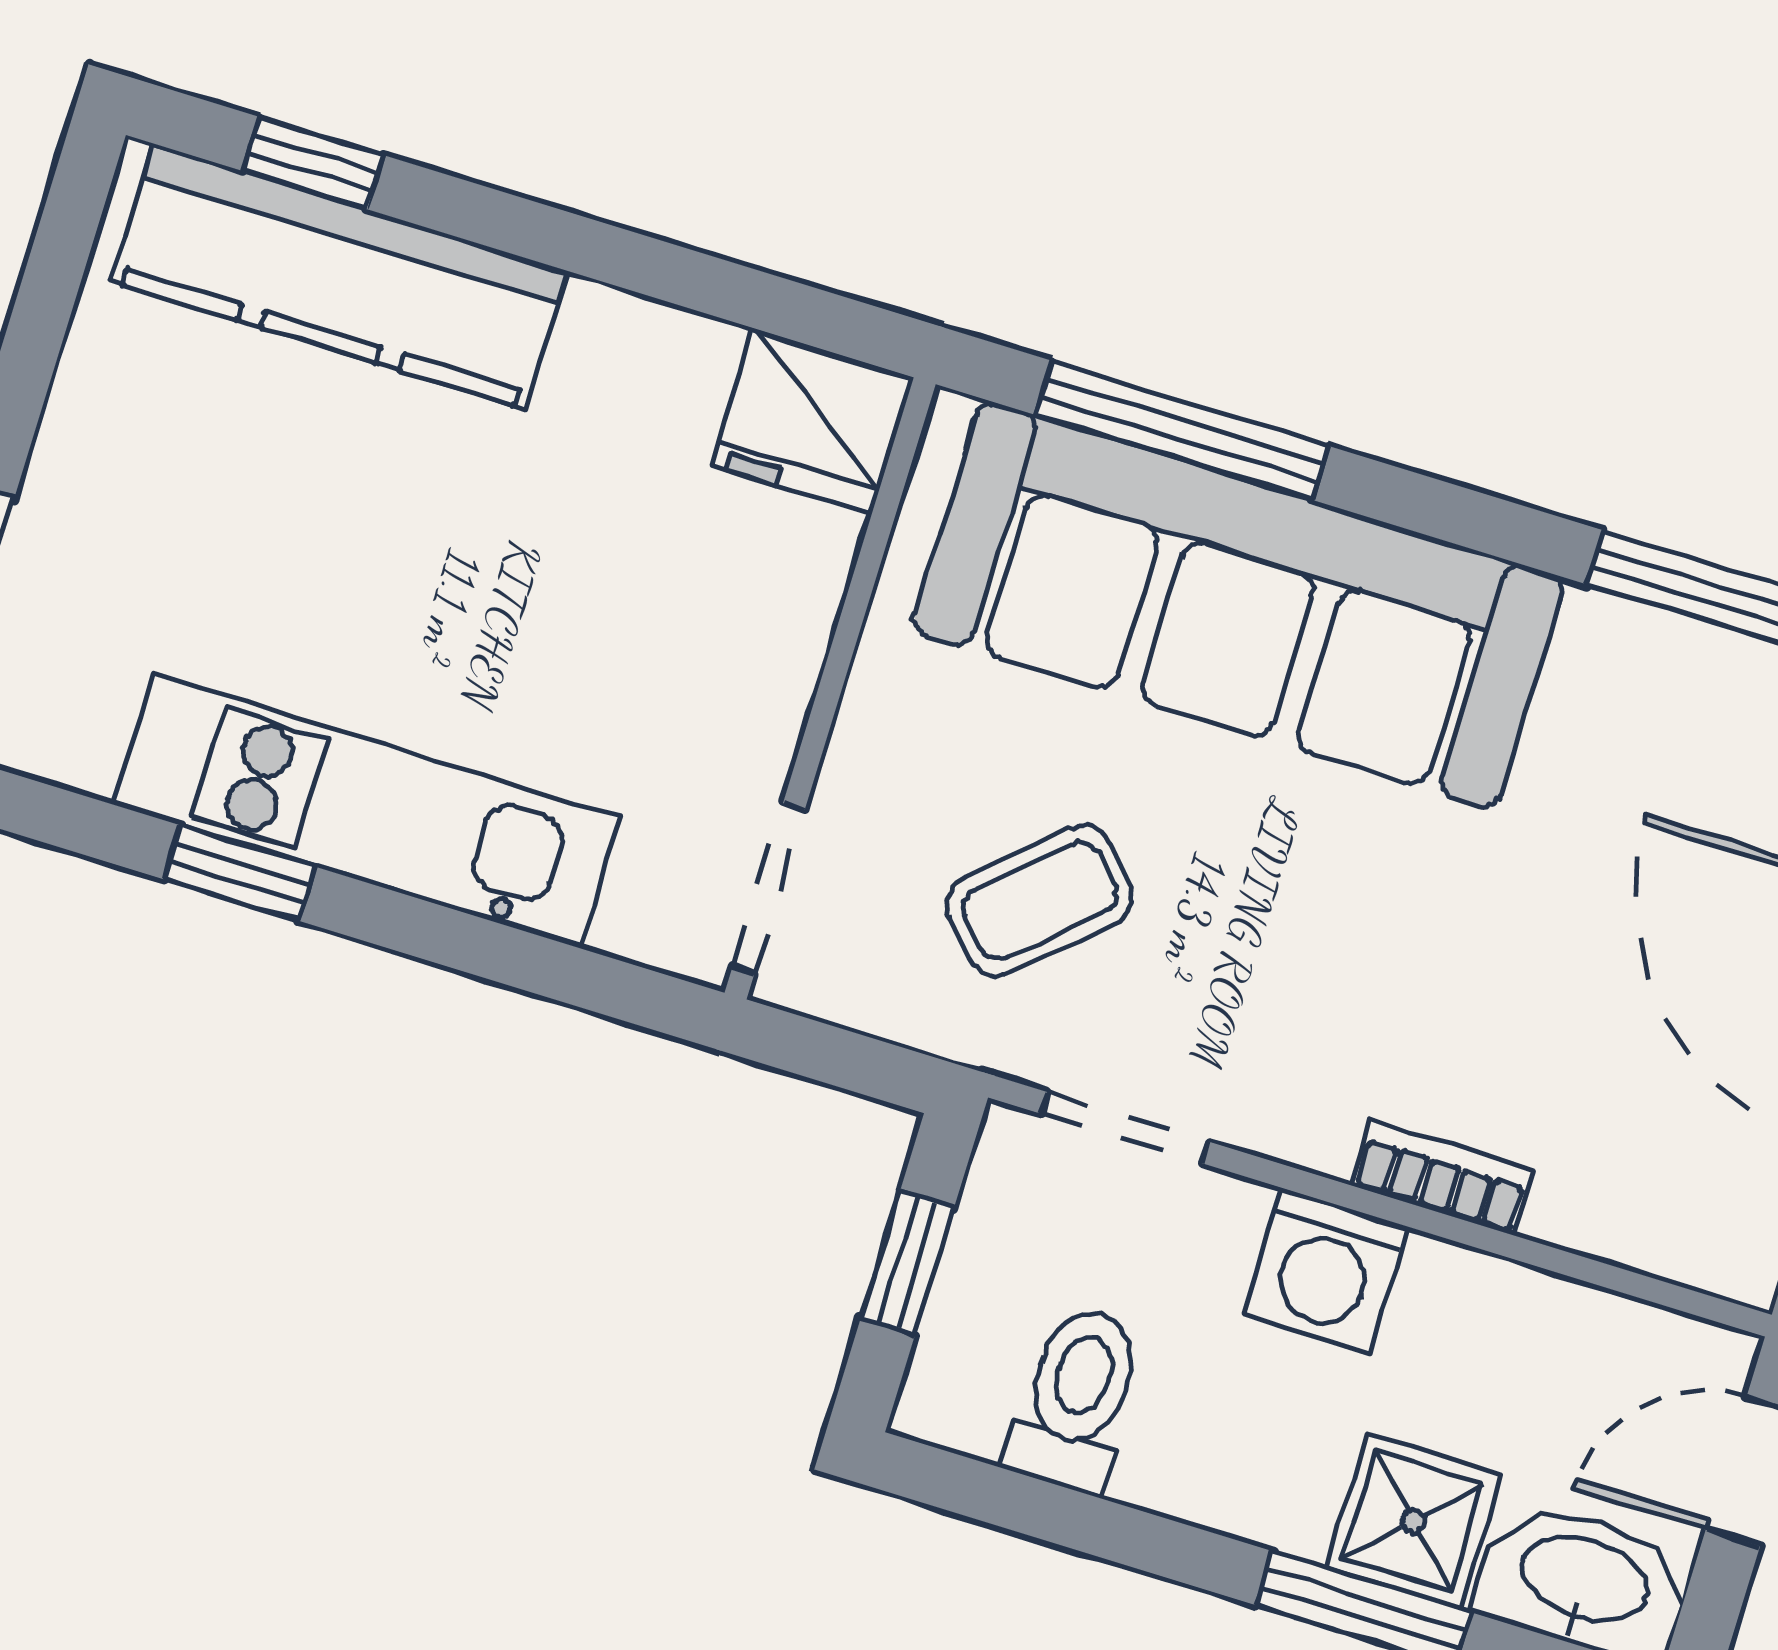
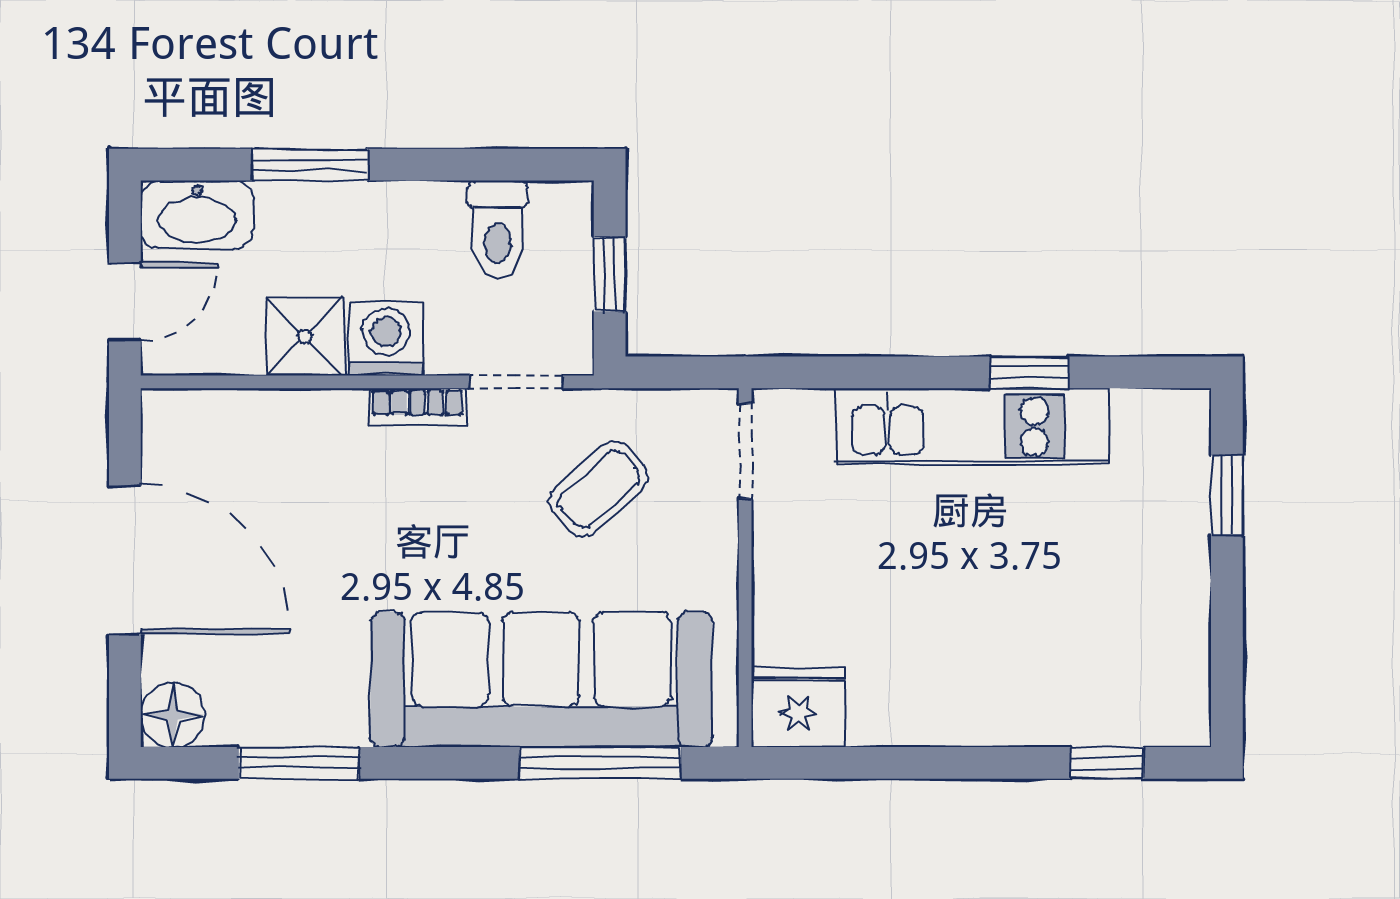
kitchen counter: (339, 276) -> (1074, 707), removed
bookcase: (1442, 1178) -> (417, 407), moved
shower: (1413, 1521) -> (305, 336), moved

